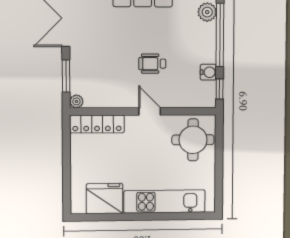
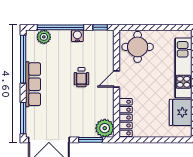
water cooler: (208, 72) -> (77, 36), moved
plant: (76, 101) -> (105, 128), width x1.87, depth x1.87

